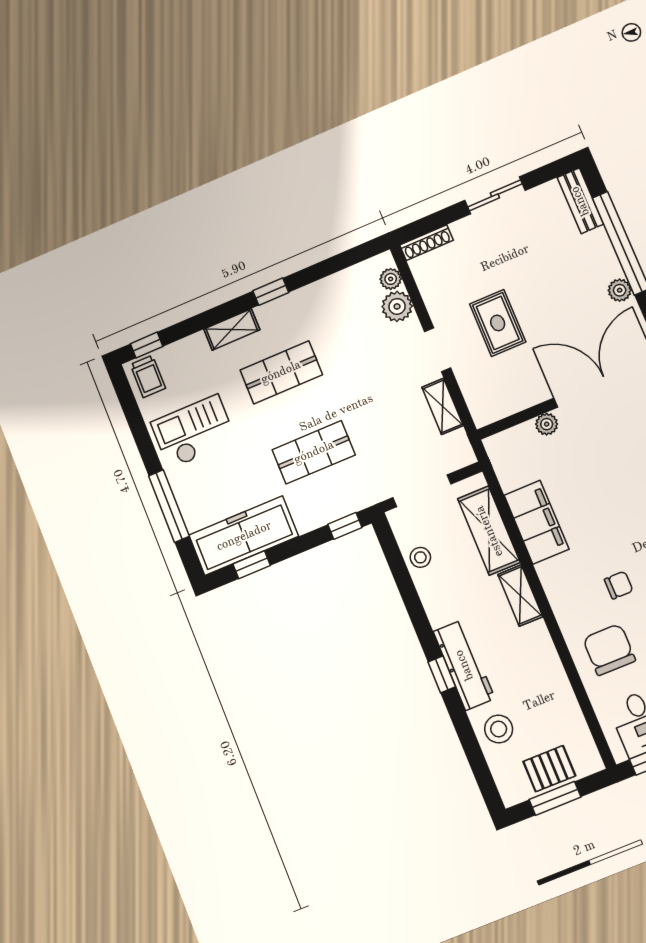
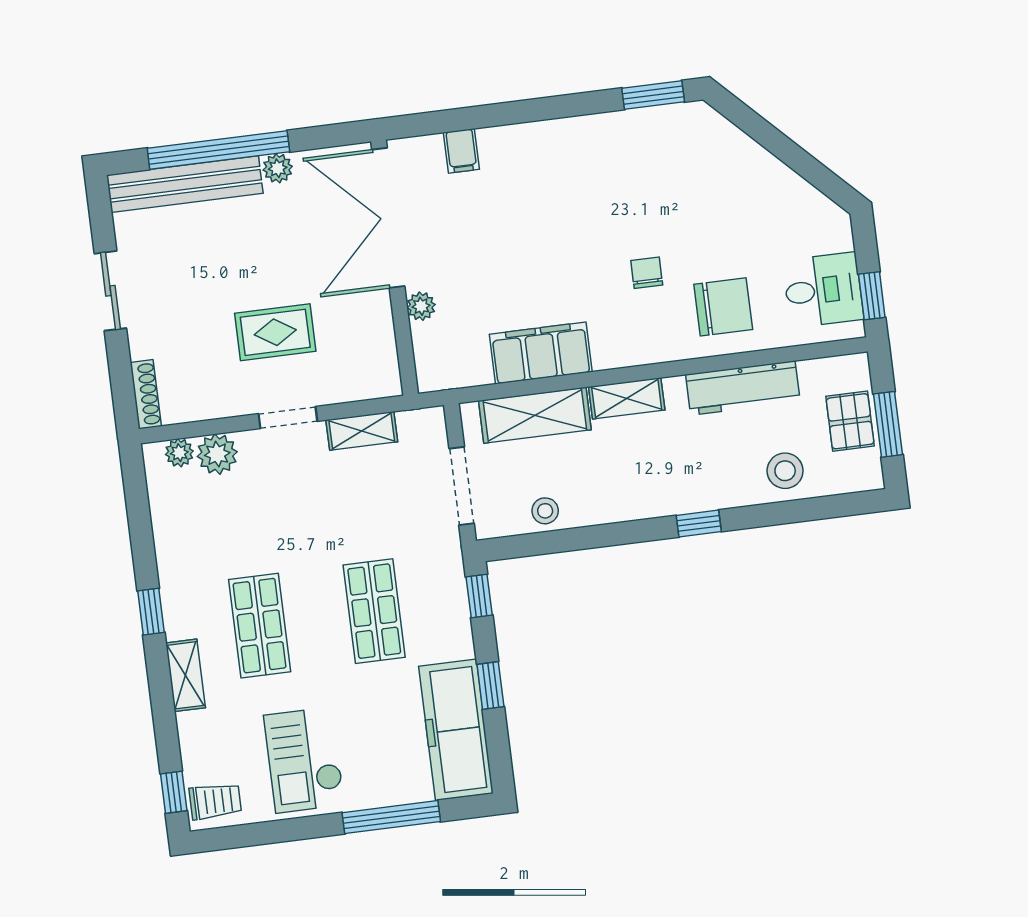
bench: (580, 201) -> (185, 184), width x1.86, depth x1.21
window: (252, 565) -> (490, 685), moved
chair: (609, 650) -> (723, 307), turned 180
workbench: (464, 665) -> (743, 388), moved, turned 180

